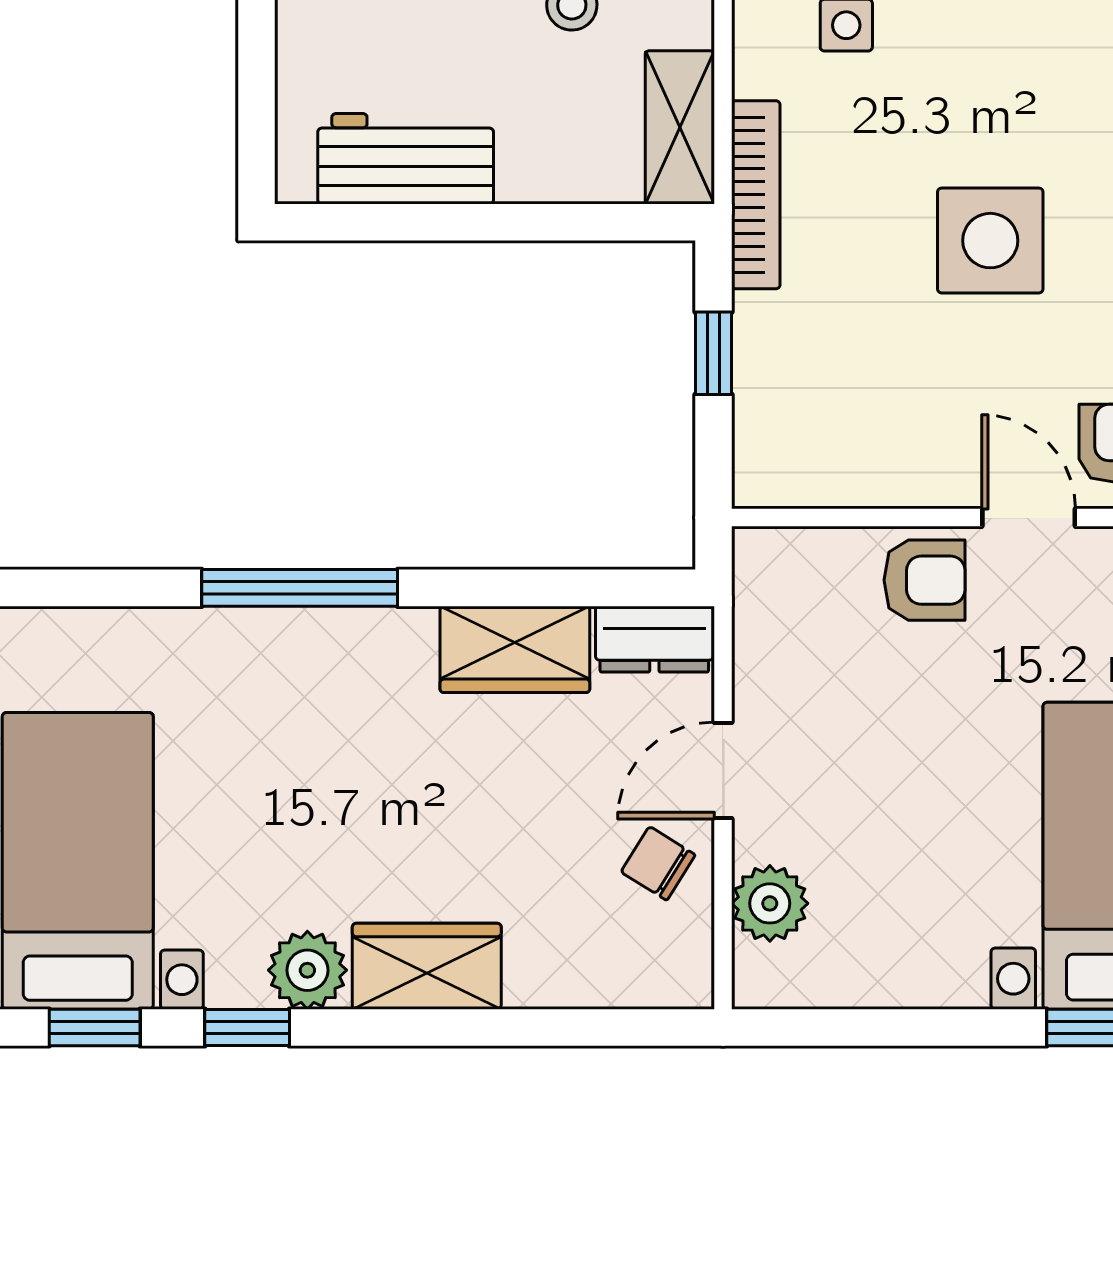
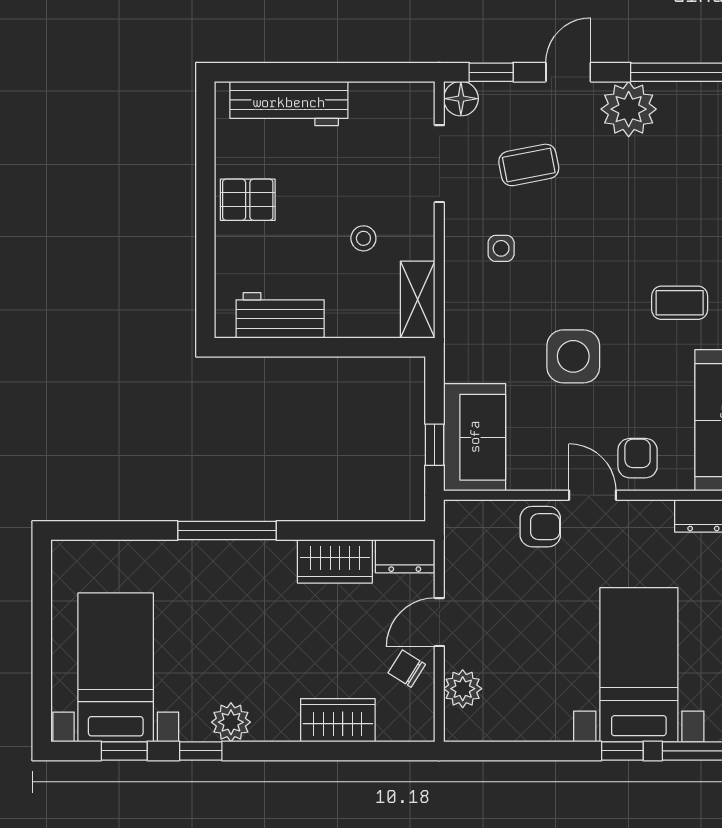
bookcase: (756, 195) -> (456, 333), removed
window: (714, 353) -> (435, 445), moved
sofa: (794, 402) -> (475, 437), added
wardrobe: (427, 966) -> (338, 720), moved

